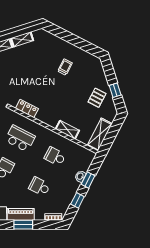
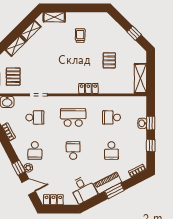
pallet: (97, 98) -> (109, 60), moved
locker: (27, 109) -> (88, 88), moved
shelving: (67, 130) -> (54, 17), moved
school desk: (39, 187) -> (111, 151), turned -90

